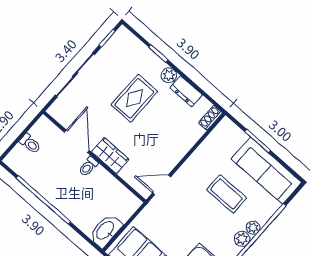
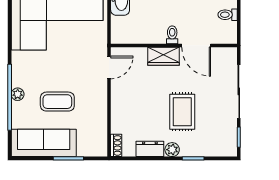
plant: (242, 239) -> (18, 79), removed

